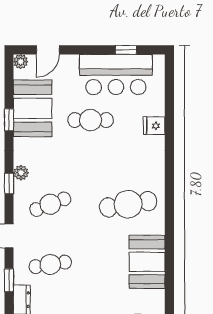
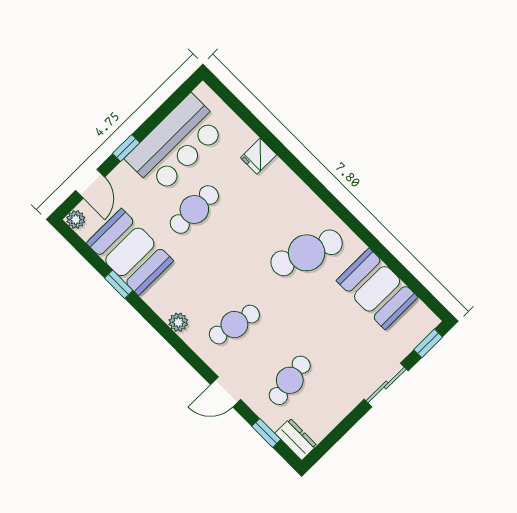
window: (126, 50) -> (126, 148), moved
window: (9, 183) -> (177, 343), removed
cafe table: (50, 204) -> (234, 325), turned 33
cafe table: (128, 204) -> (307, 253), turned 30

